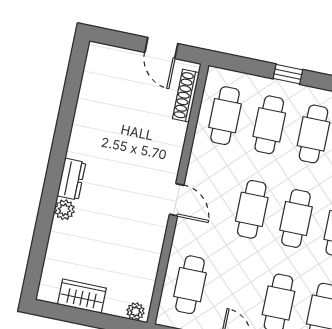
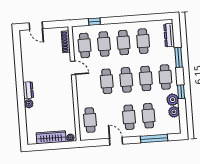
door: (161, 48) -> (36, 26), moved
window: (288, 74) -> (94, 22), moved
door: (177, 200) -> (73, 68), moved
wardrobe: (82, 296) -> (51, 137), width x1.50

